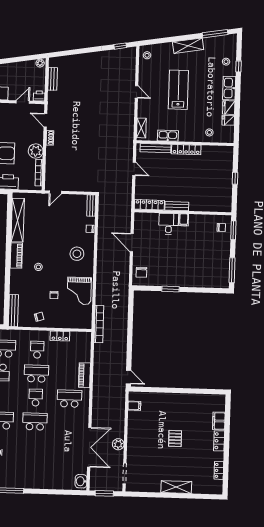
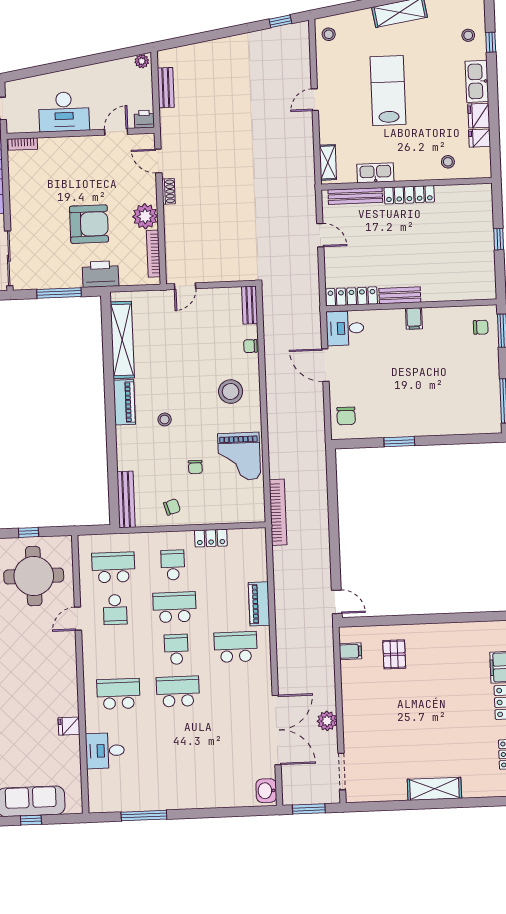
door: (136, 92) -> (315, 100), swing flipped
desk: (169, 224) -> (345, 328), moved, turned -90
pallet: (175, 439) -> (394, 654), moved

